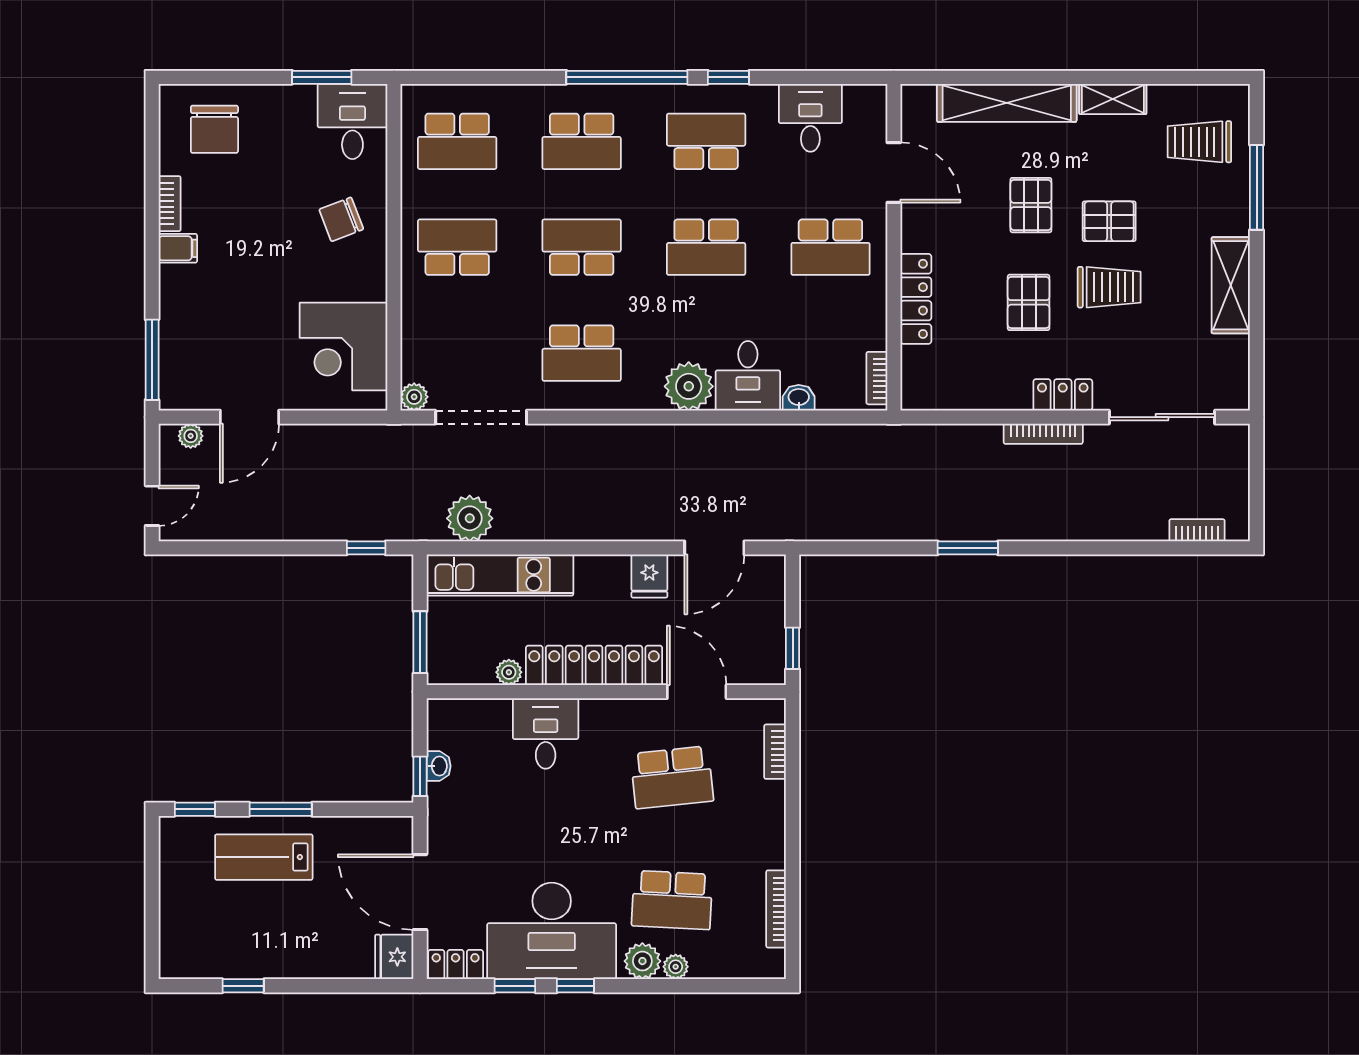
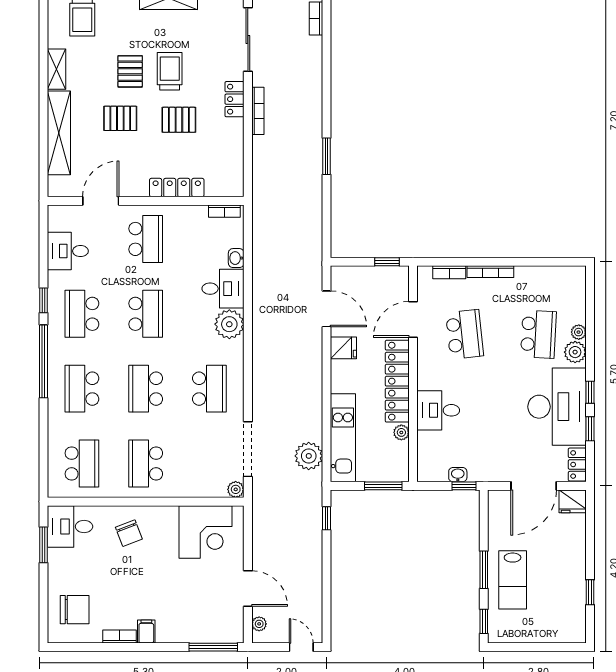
school desk: (582, 141) -> (82, 389), turned 180
bookcase: (776, 909) -> (490, 272), moved

